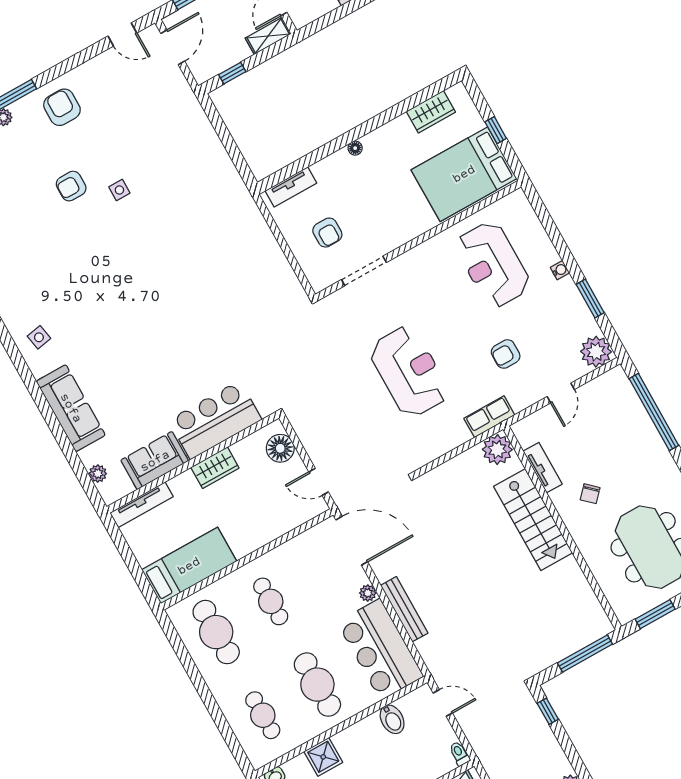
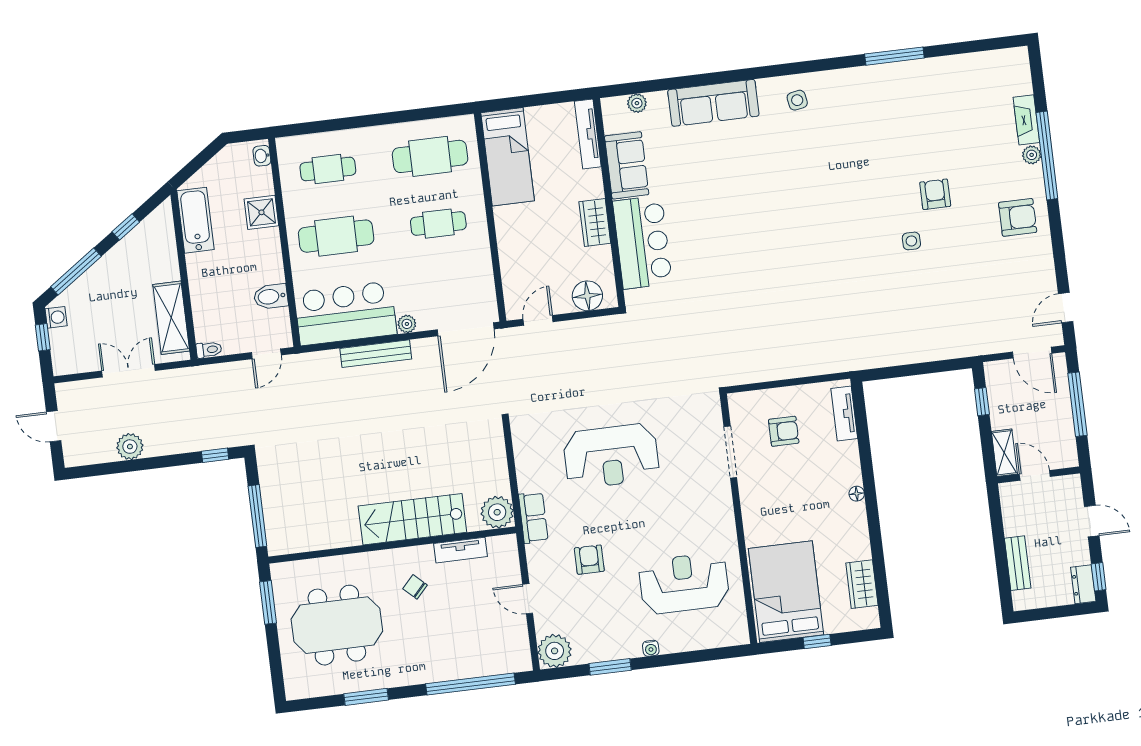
armchair: (327, 233) -> (784, 431), turned 180

